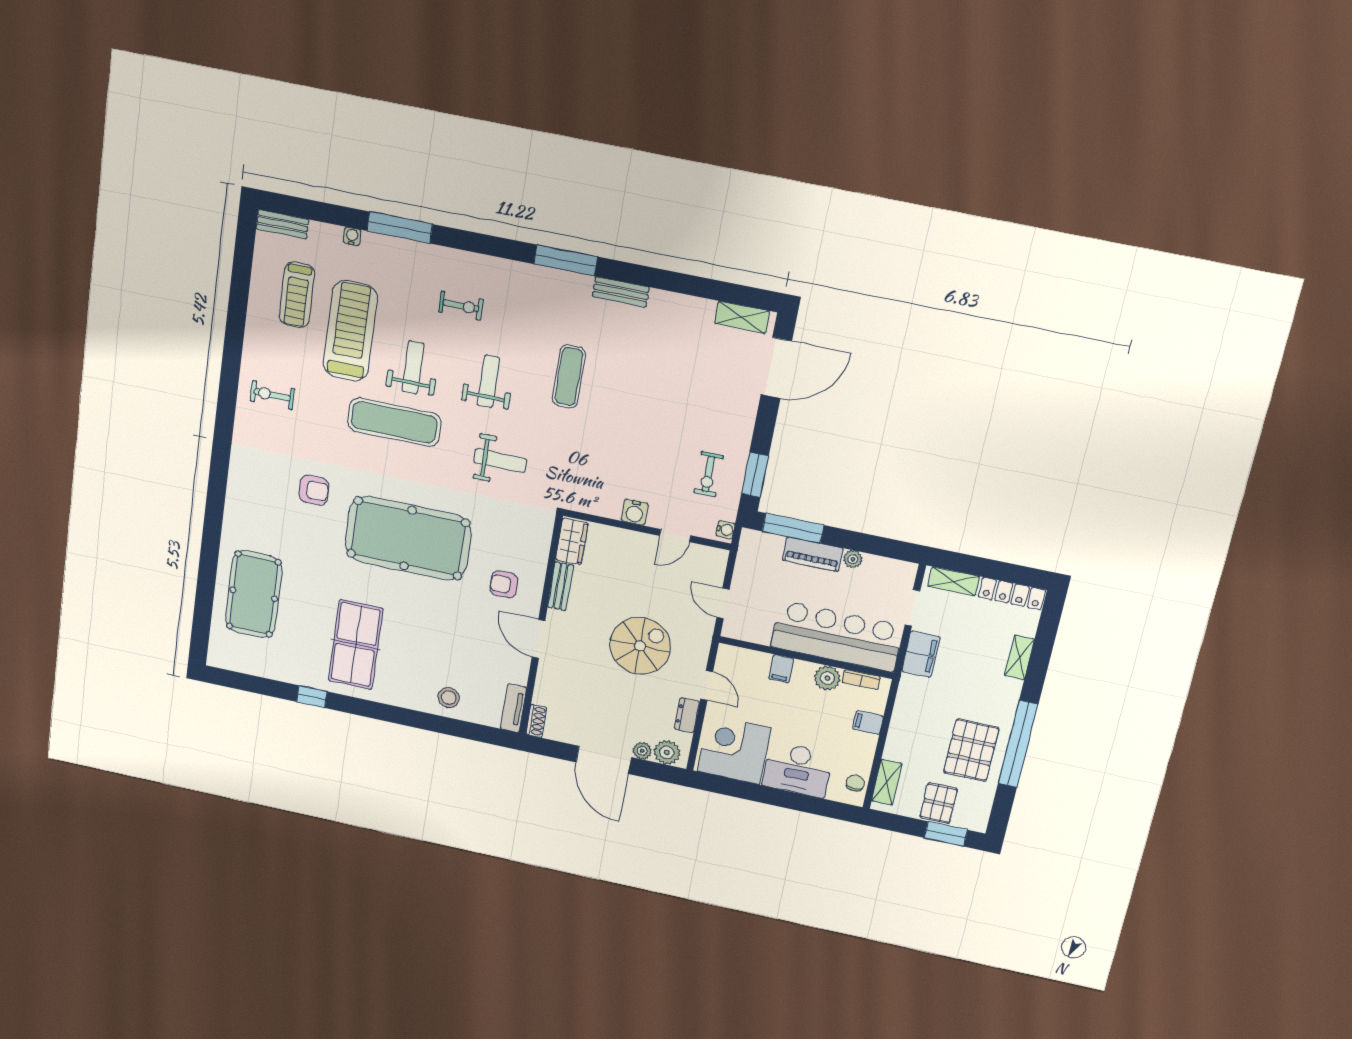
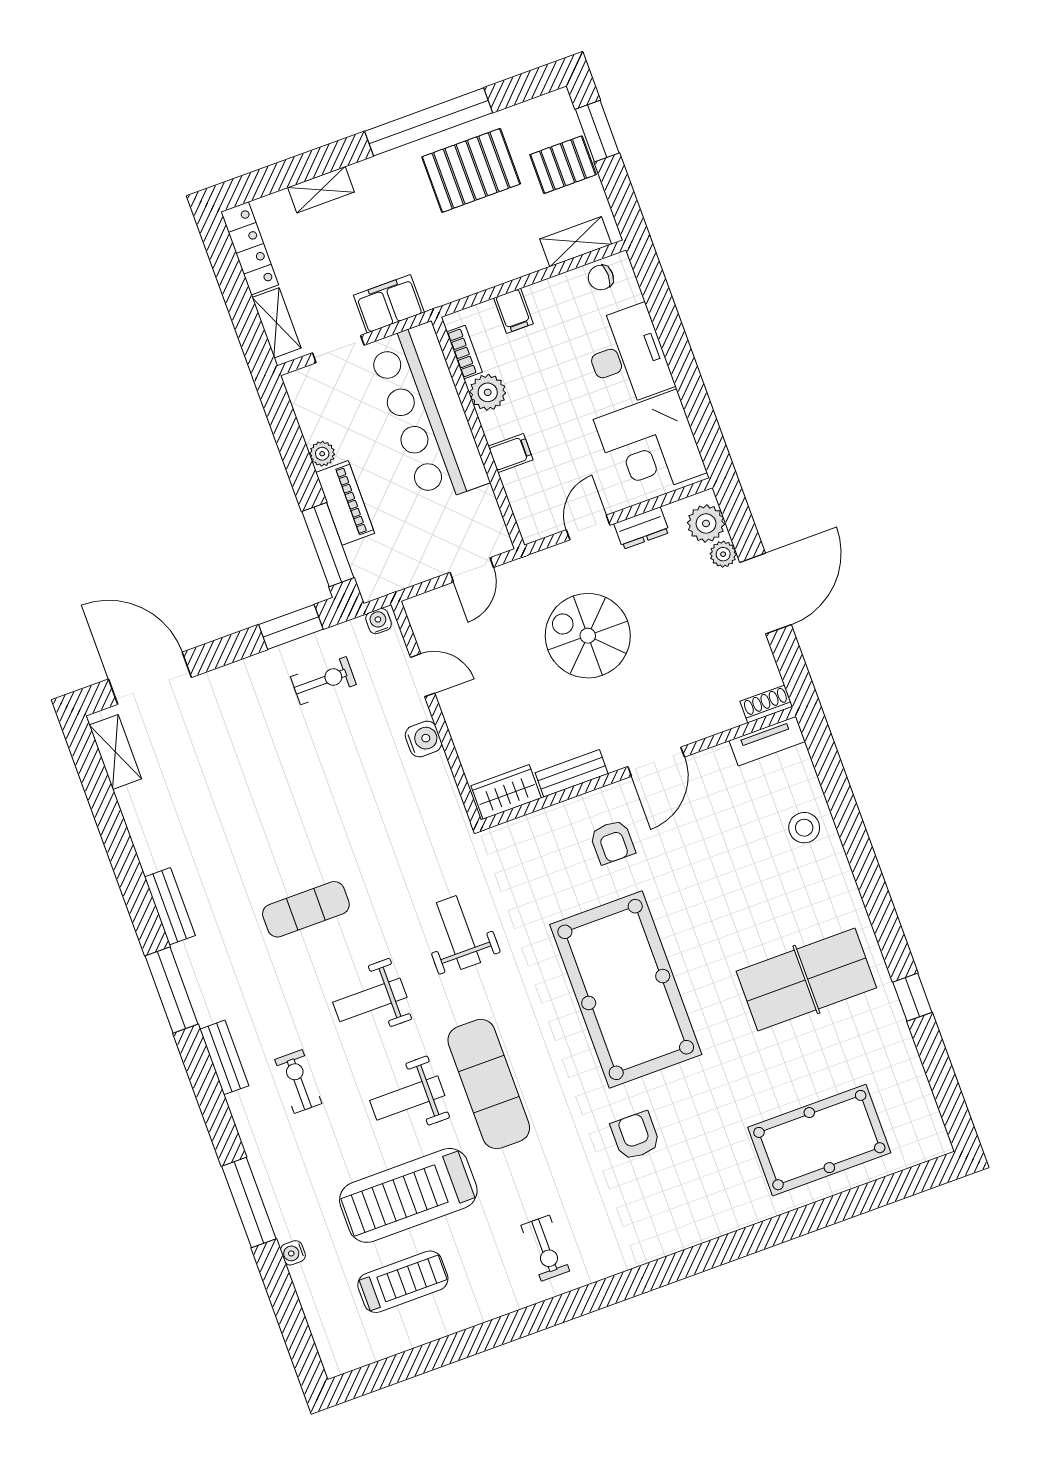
bench: (282, 224) -> (224, 1057), moved

